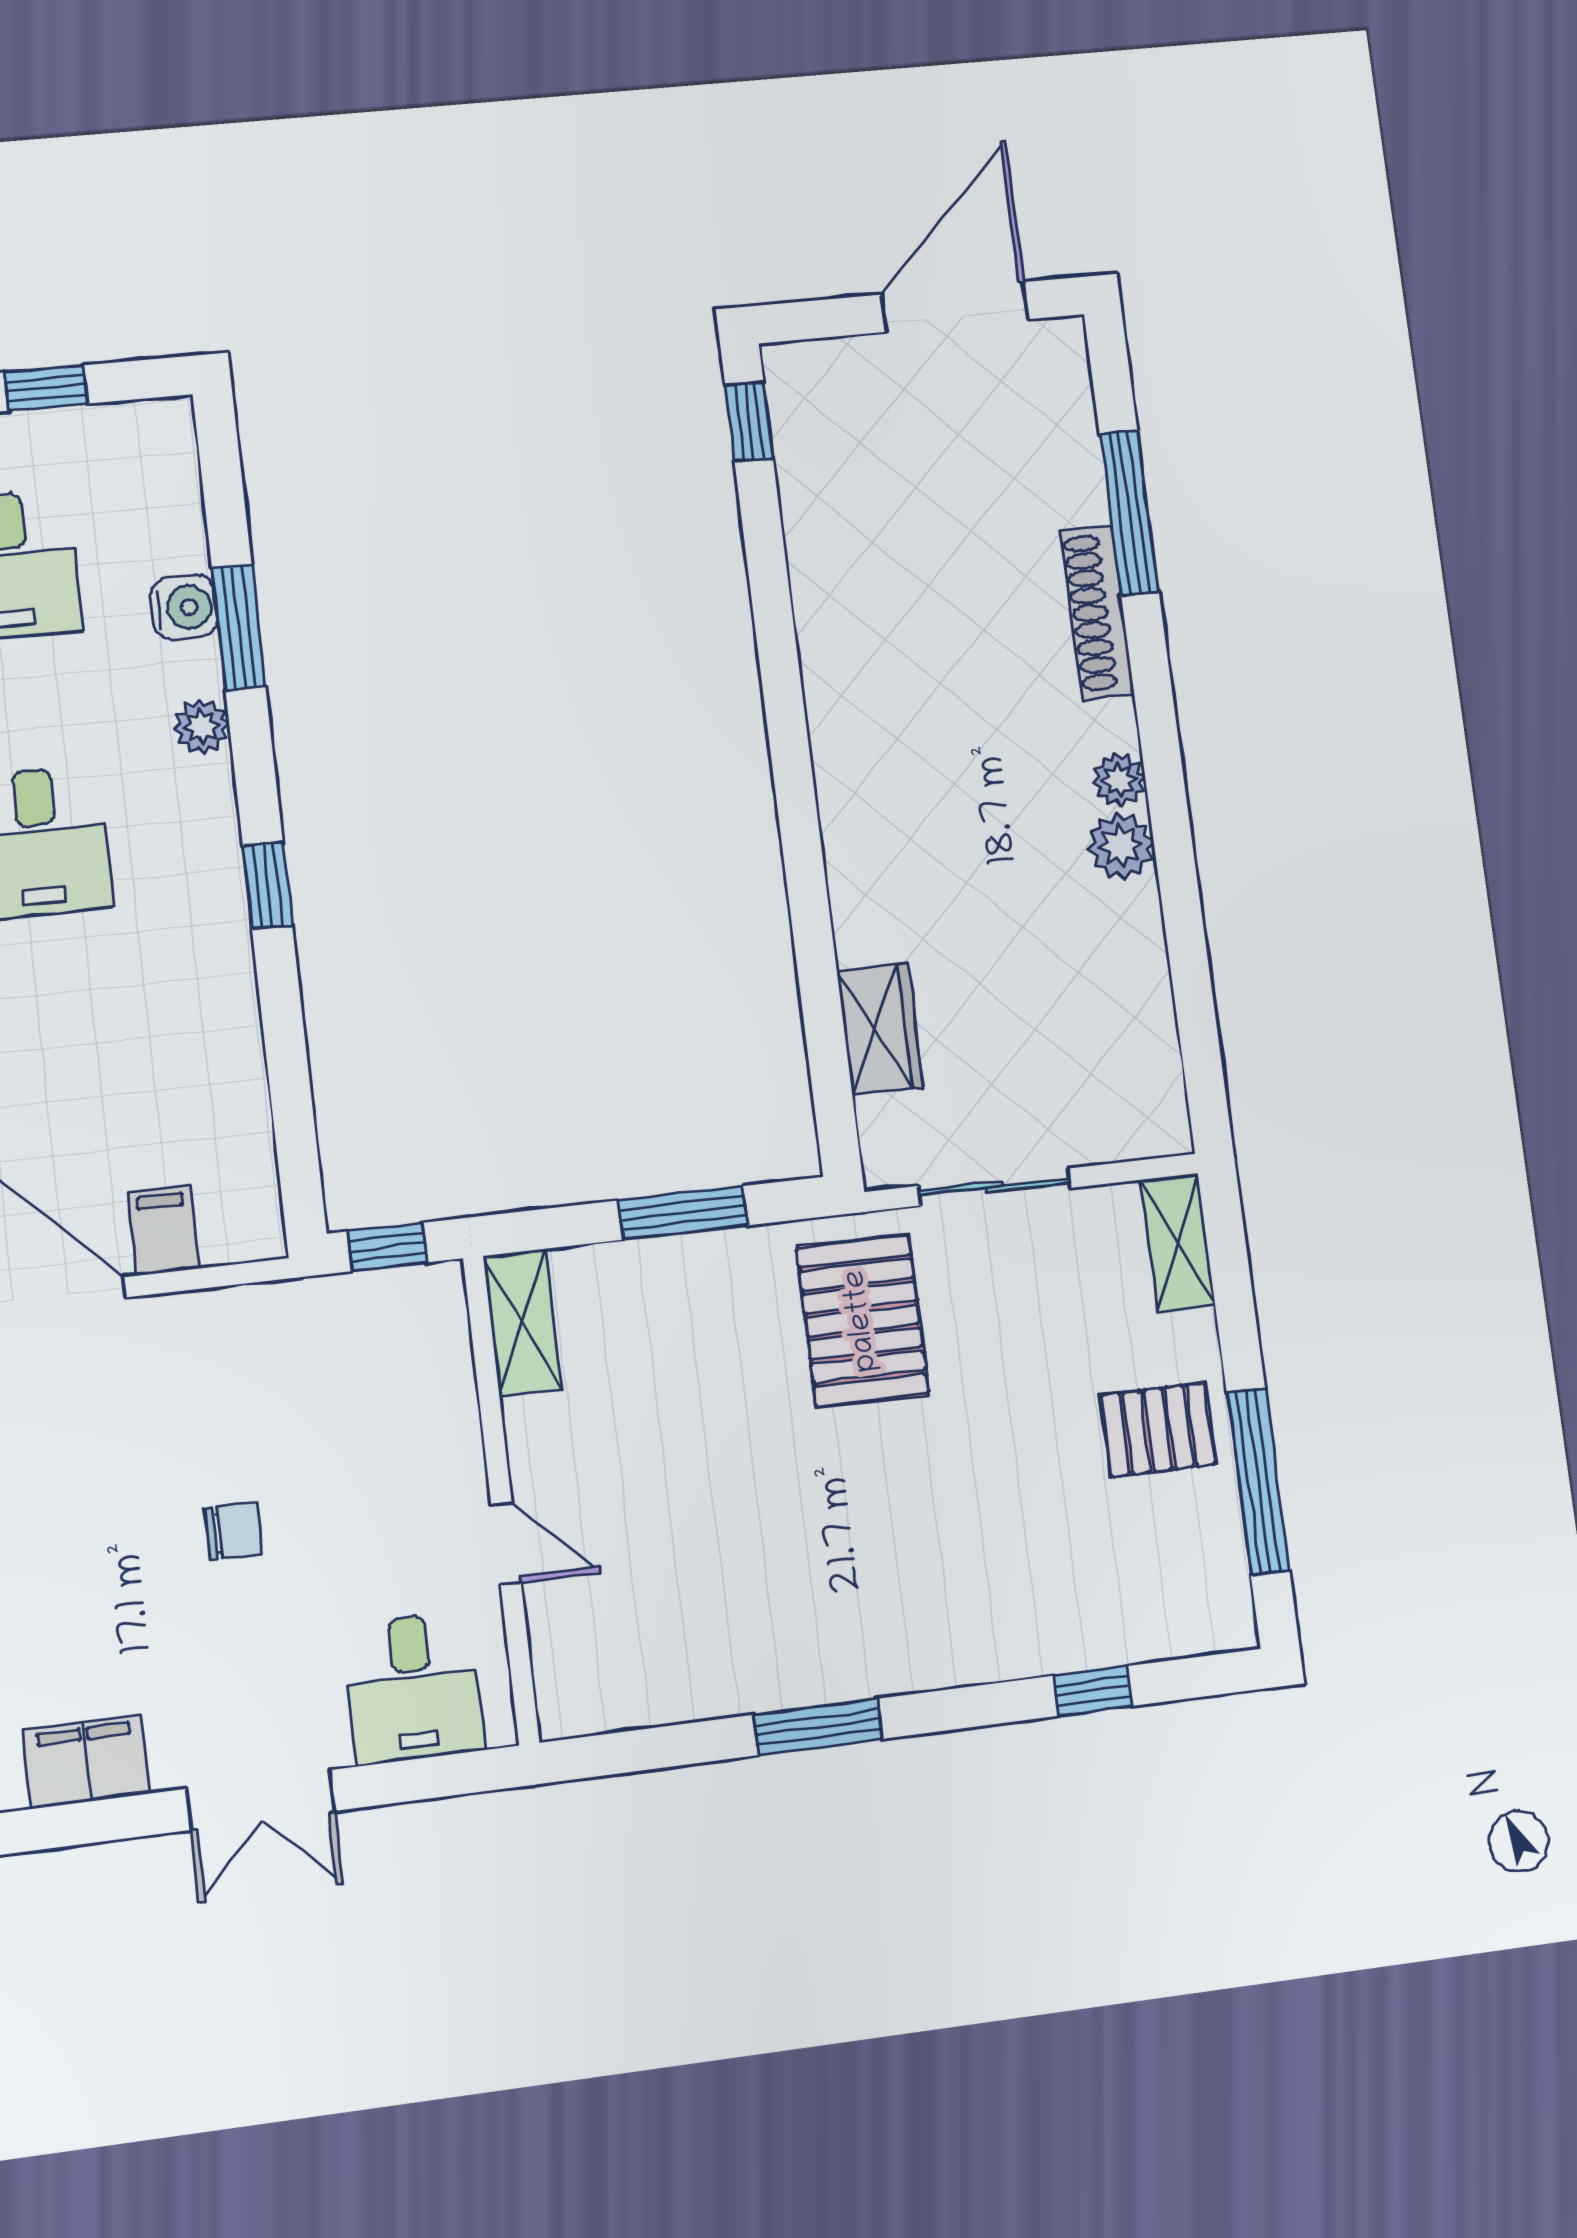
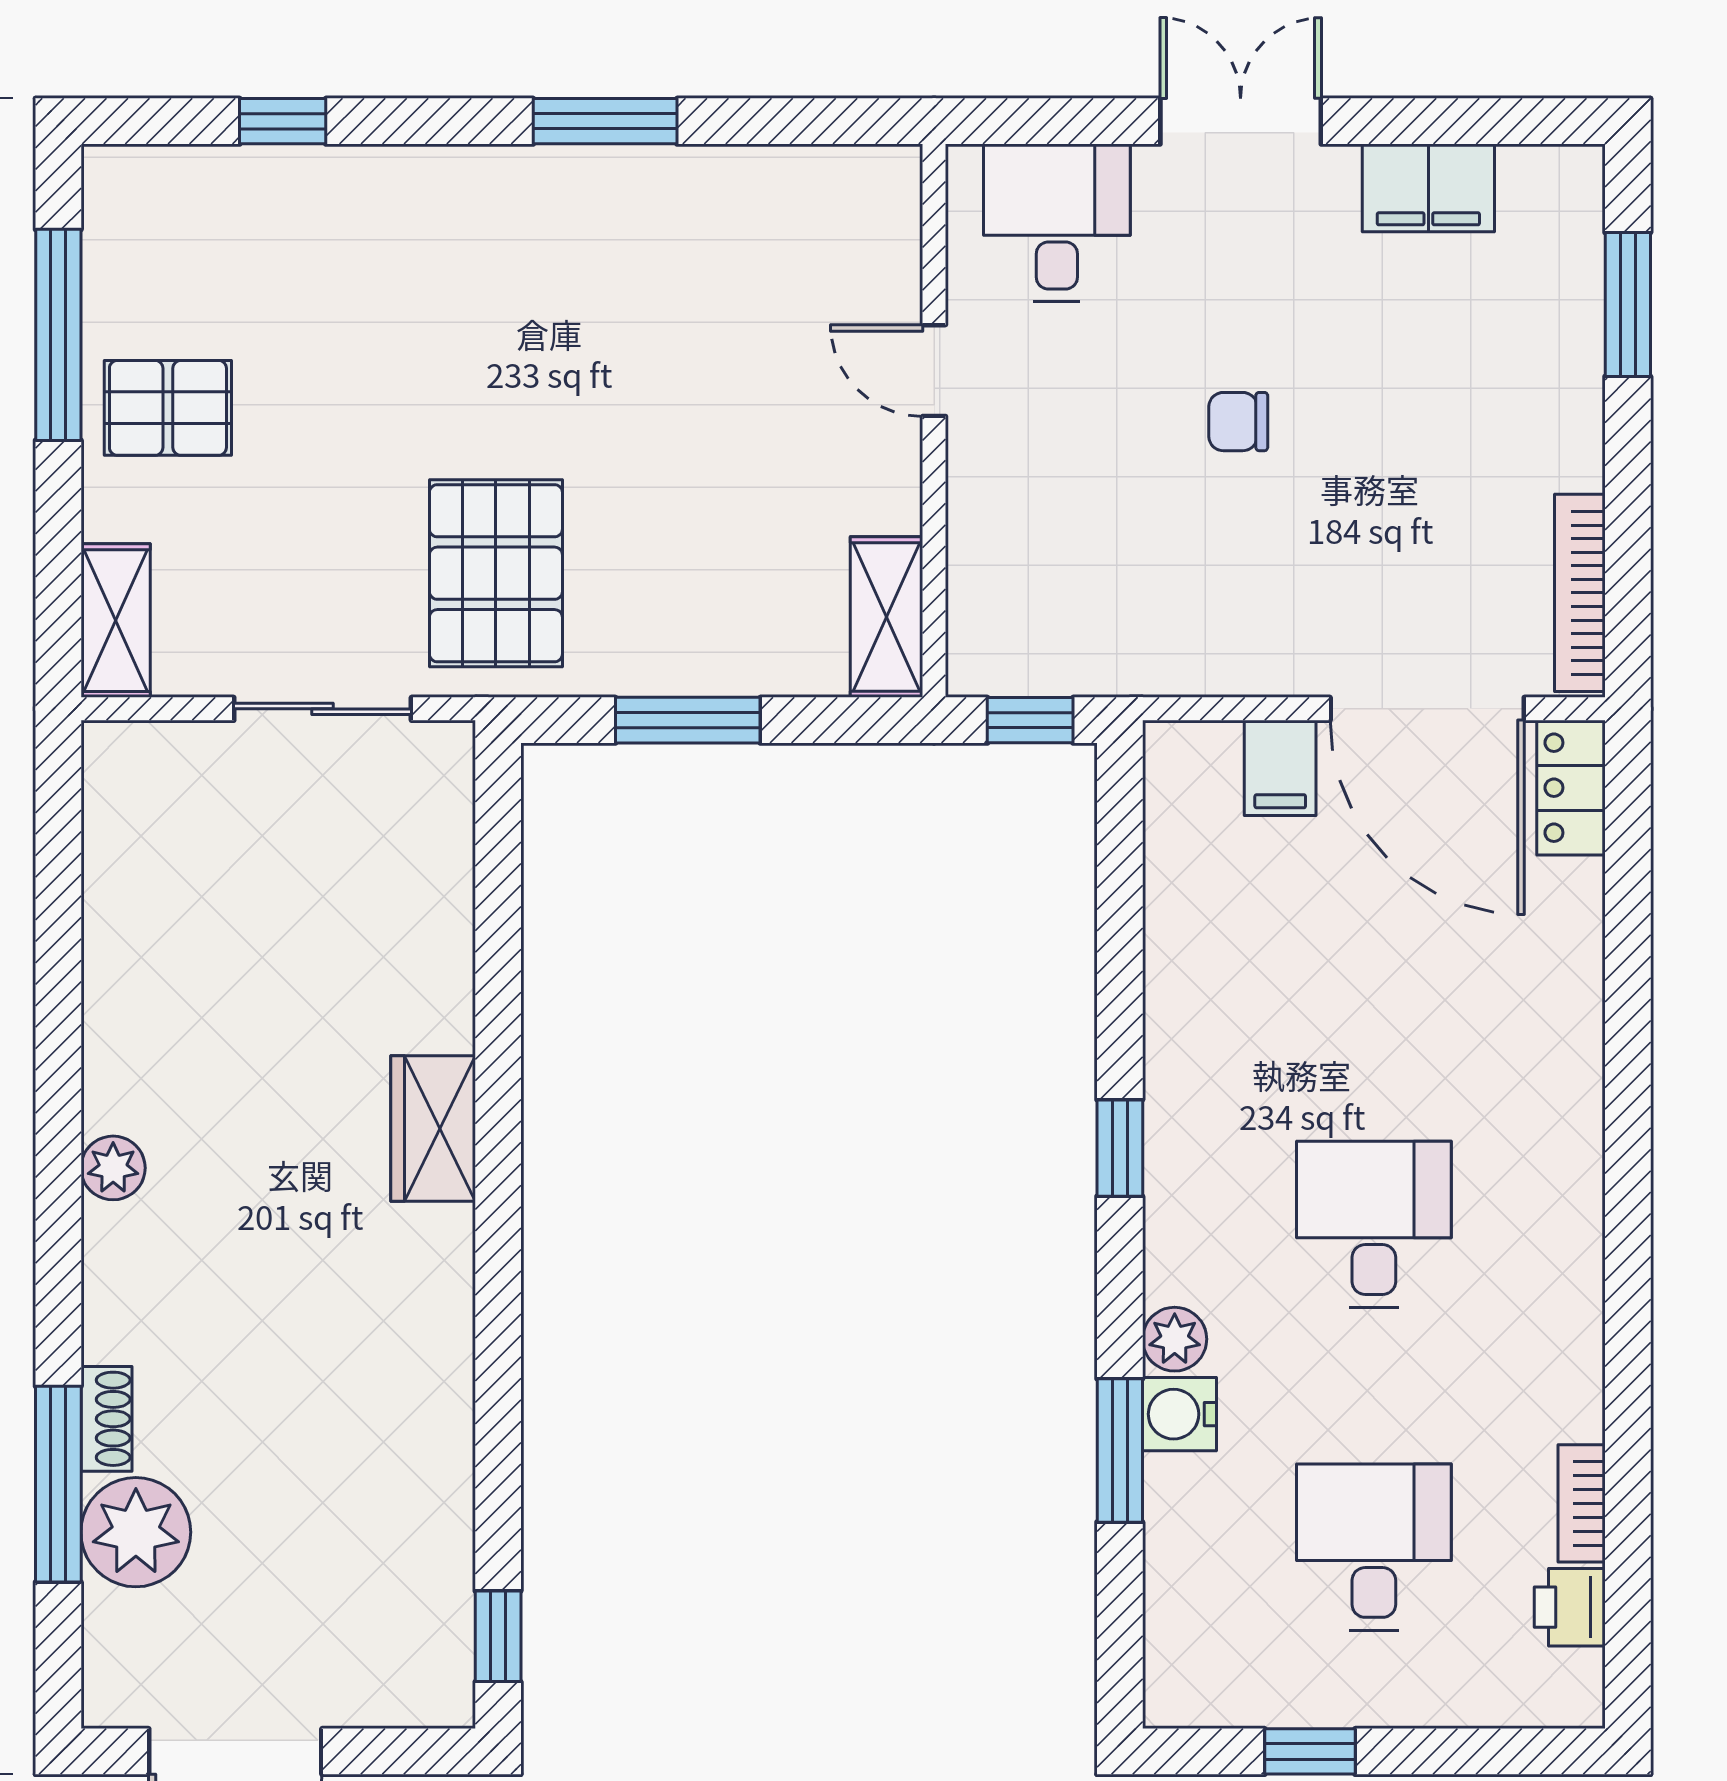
water cooler: (184, 607) -> (1179, 1414), moved
shoe rack: (1097, 612) -> (107, 1419), width x0.51, depth x0.81
plant: (1121, 846) -> (136, 1532), moved, width x1.36, depth x1.36
wardrobe: (880, 1029) -> (433, 1128), moved

